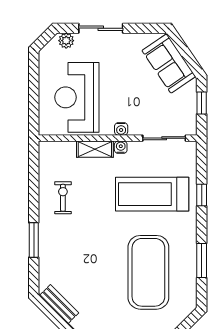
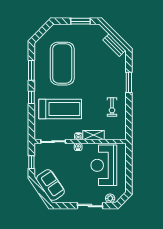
reception desk: (77, 97) -> (104, 165), turned 180
window: (202, 195) -> (31, 97), moved

